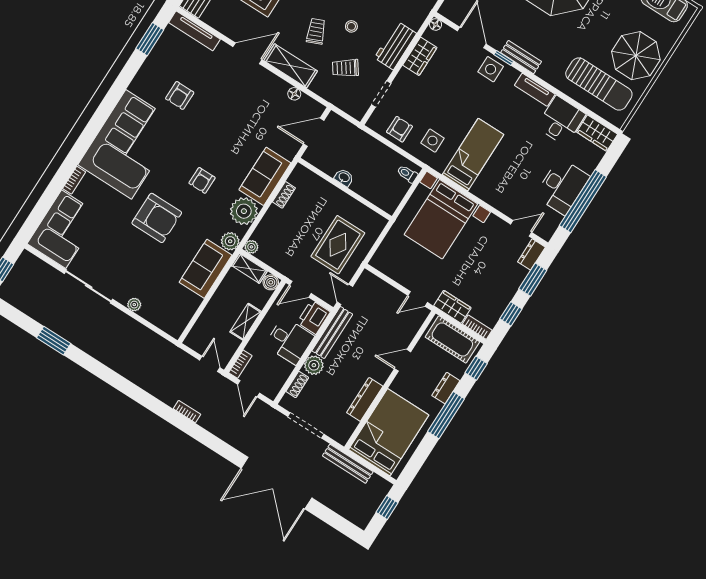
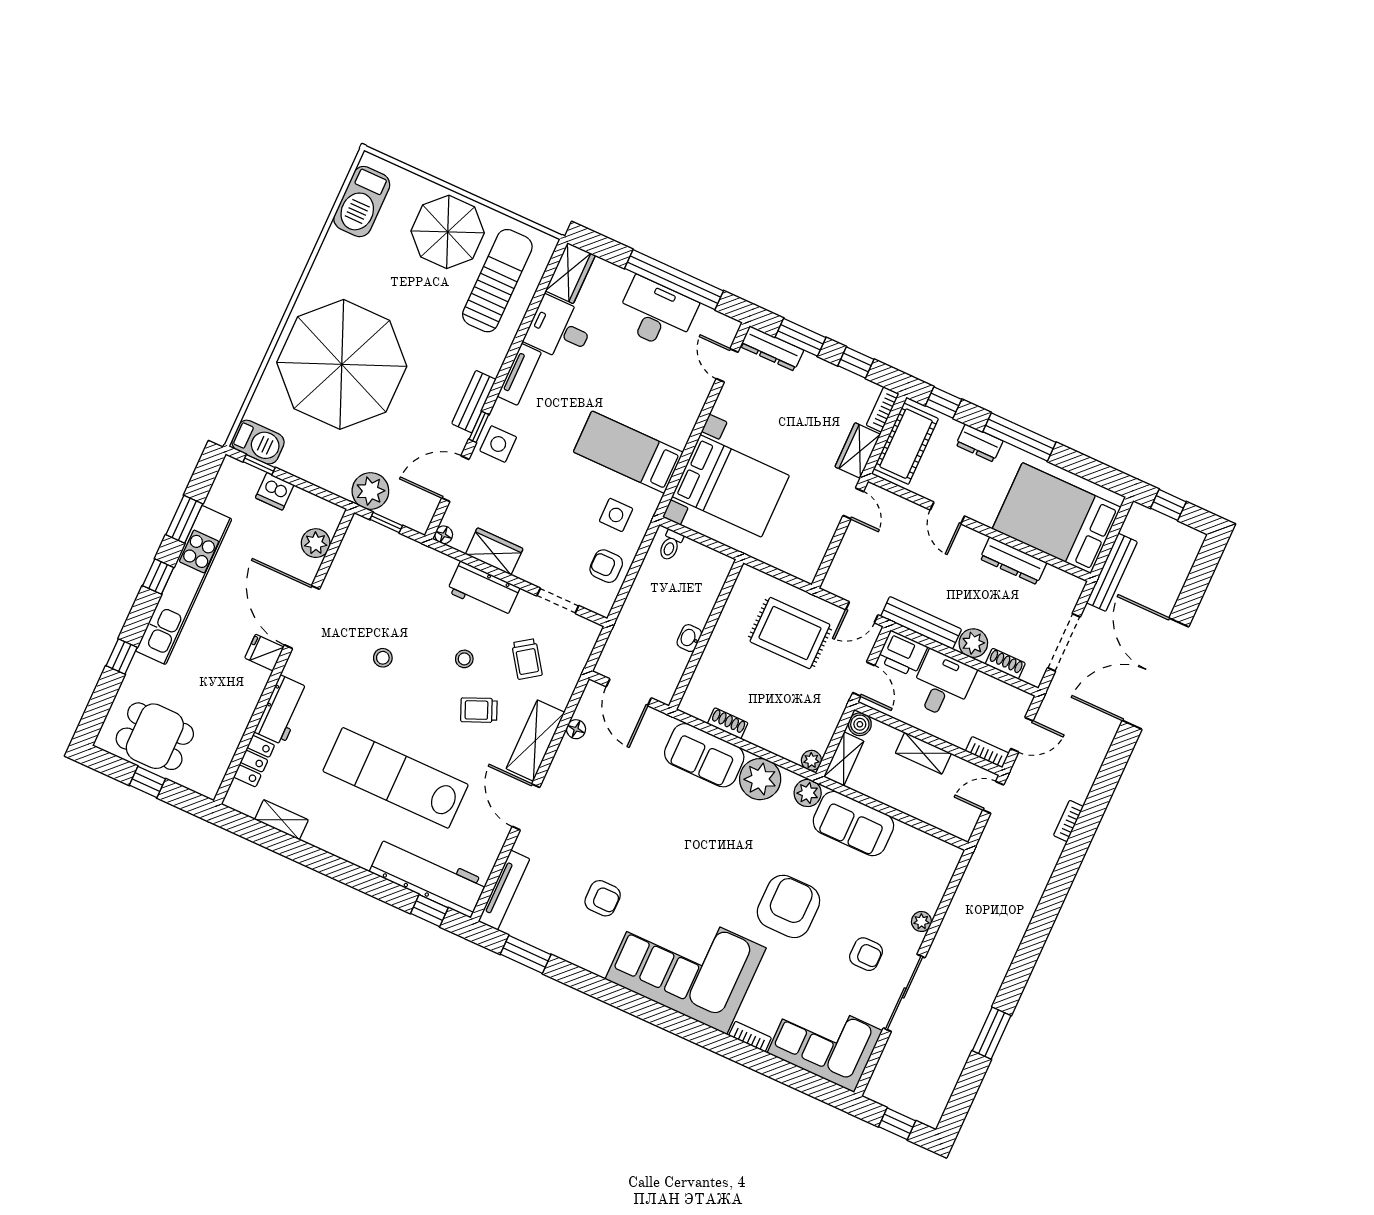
armchair: (202, 180) -> (866, 954), moved
dresser: (531, 254) -> (772, 348), width x1.44
double door: (276, 483) -> (1155, 674), swing flipped

